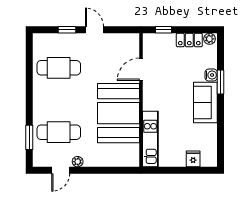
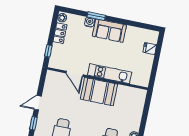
booth: (118, 113) -> (99, 92), width x0.73, depth x0.70
kitchen unit: (150, 139) -> (110, 74), moved

